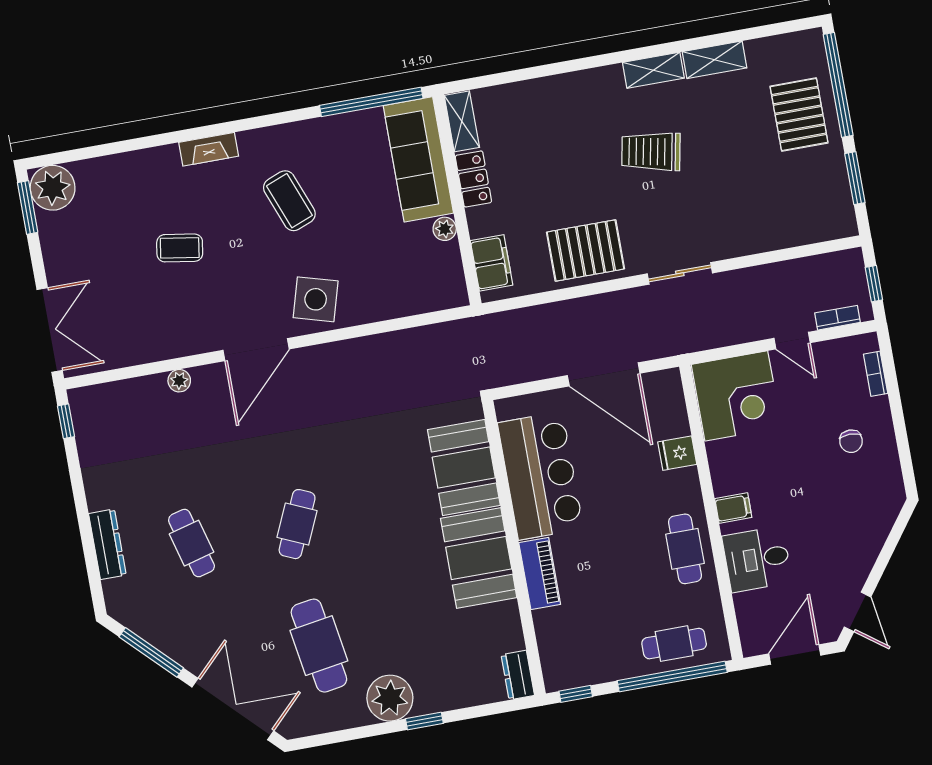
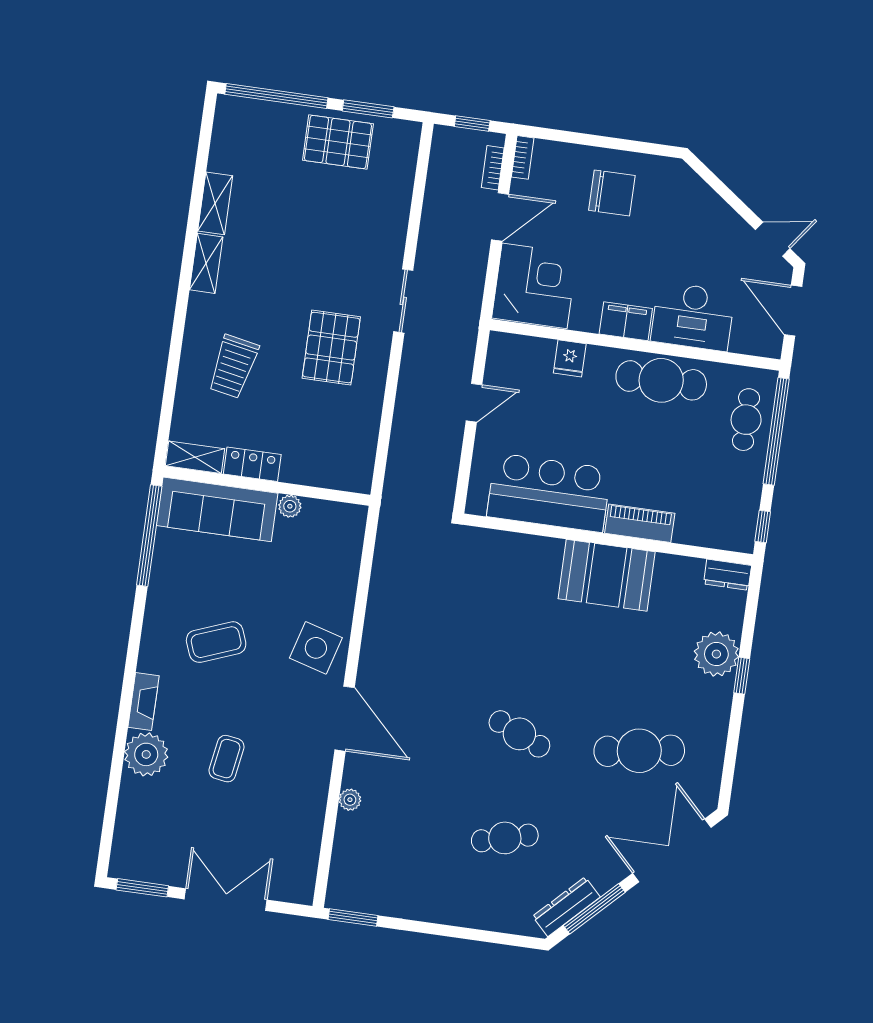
pallet: (799, 115) -> (338, 142), moved
trolley: (651, 152) -> (233, 367), moved
plant: (53, 188) -> (146, 754), moved
pallet: (585, 251) -> (331, 348), moved
filing cabinet: (492, 263) -> (336, 473), removed
double door: (50, 330) -> (226, 900), moved
door: (792, 341) -> (500, 217), width x1.38
door: (604, 374) -> (474, 403), width x0.53
bookcase: (876, 374) -> (523, 157), moved, turned -90
window: (66, 421) -> (353, 917), width x1.50
chair: (851, 441) -> (612, 193), width x1.87, depth x1.87
booth: (464, 468) -> (518, 561), removed
filing cabinet: (733, 508) -> (626, 321), width x2.00
dresser: (107, 544) -> (566, 907), moved, turned -45
cafe table: (685, 549) -> (661, 380), width x1.37, depth x1.35
desk: (757, 559) -> (693, 316), width x1.37
plant: (390, 698) -> (716, 654), moved

